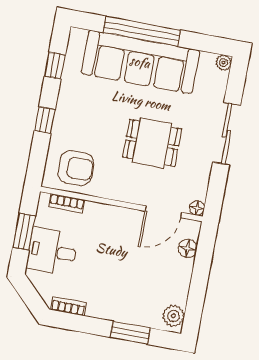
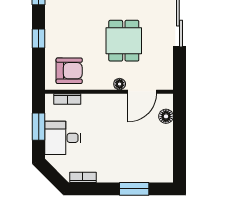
dining table: (152, 143) -> (124, 41), turned 90
floor lamp: (197, 208) -> (120, 84), moved
plant: (173, 316) -> (165, 170), removed

